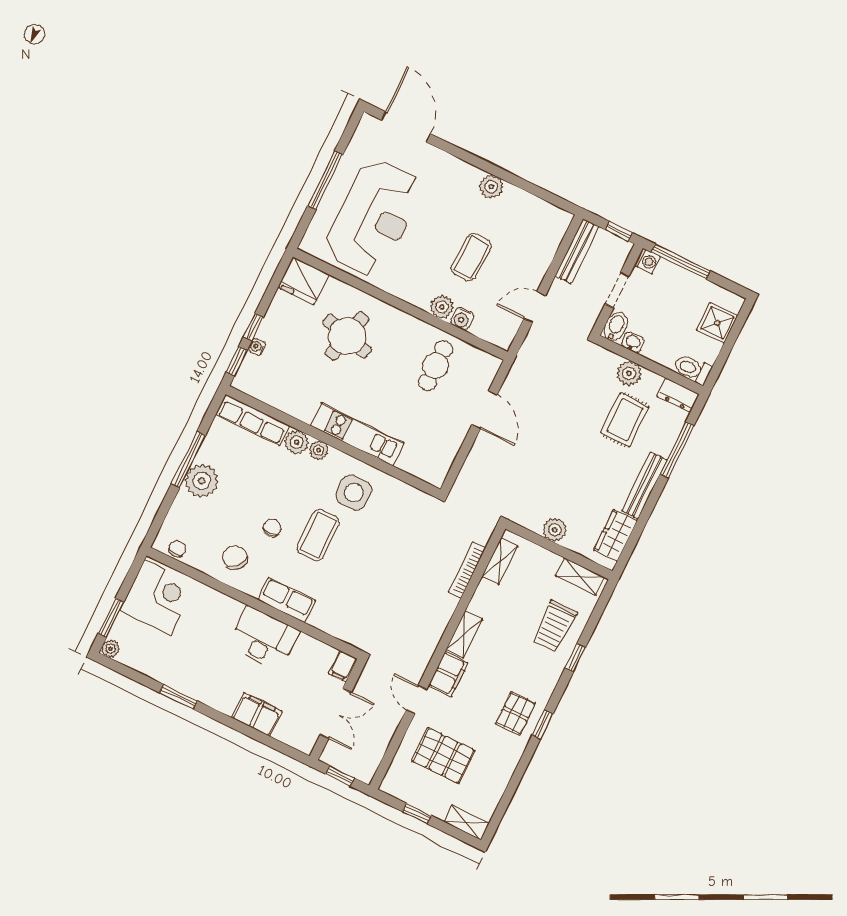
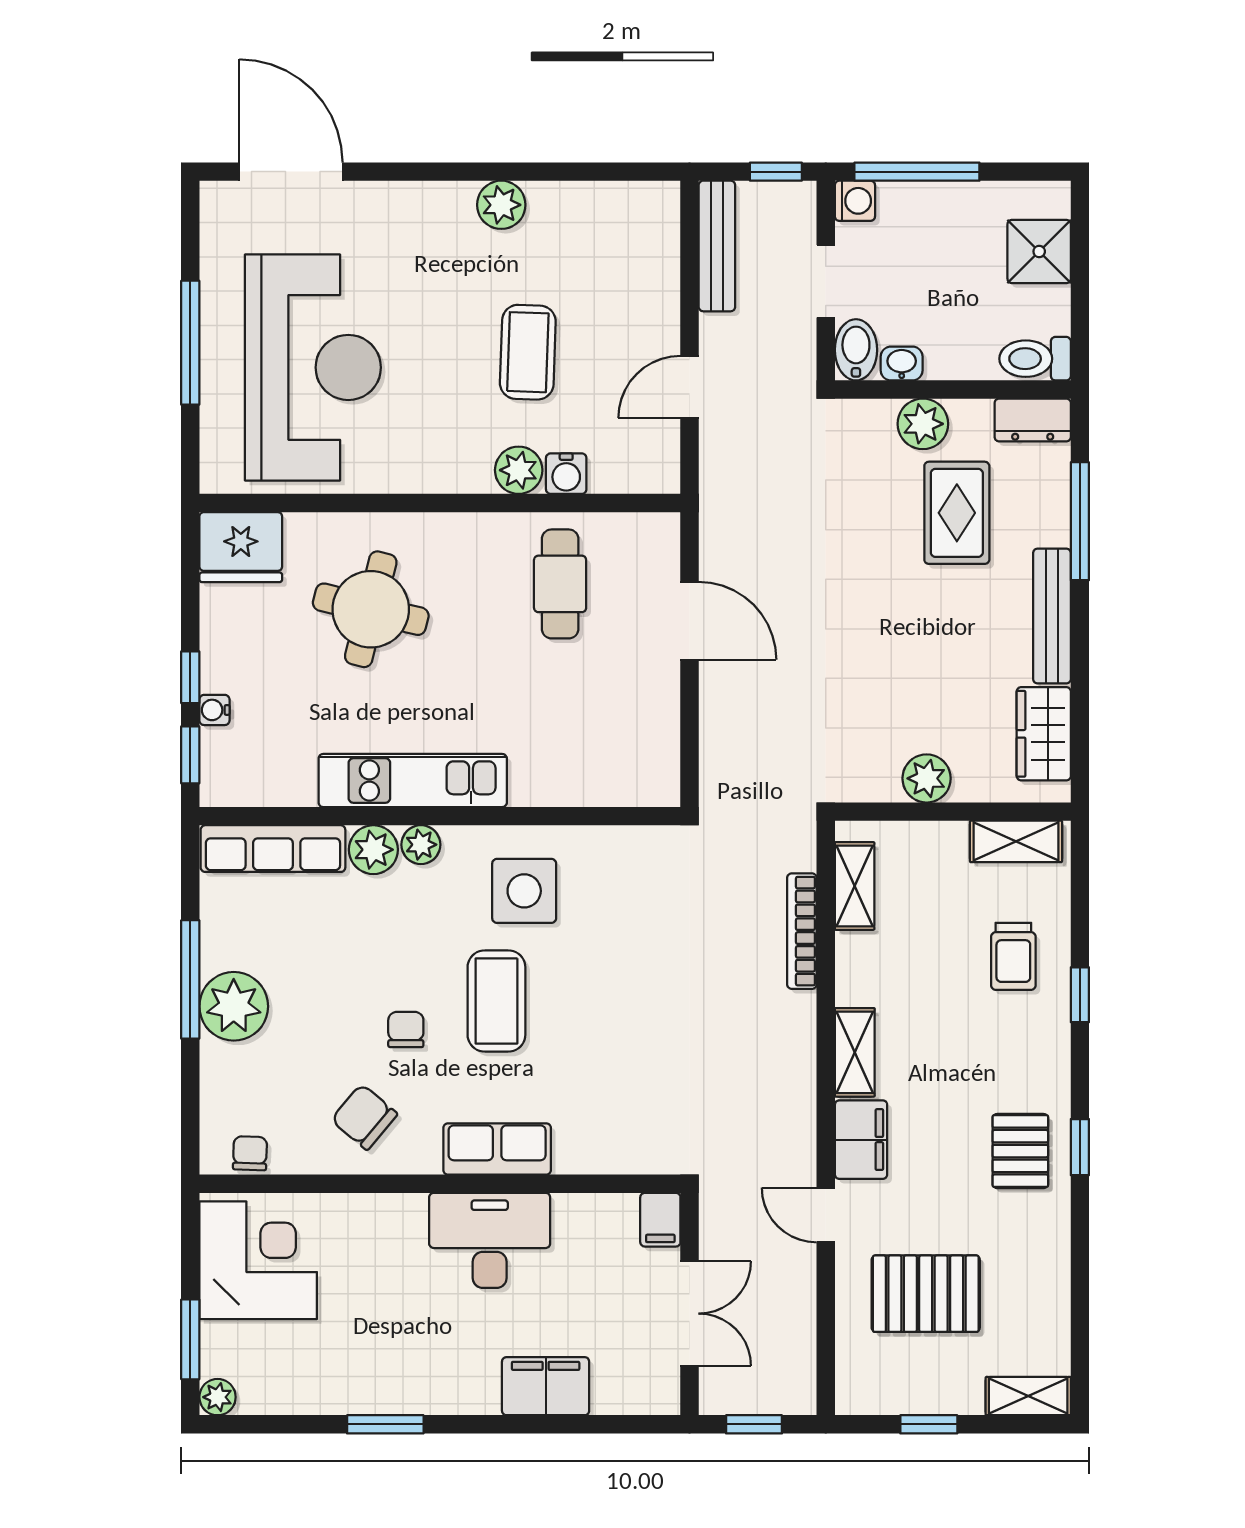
kitchen unit: (357, 434) -> (413, 781), moved
trolley: (554, 626) -> (1013, 956), width x0.73, depth x0.72

